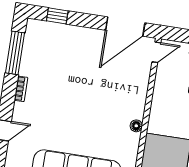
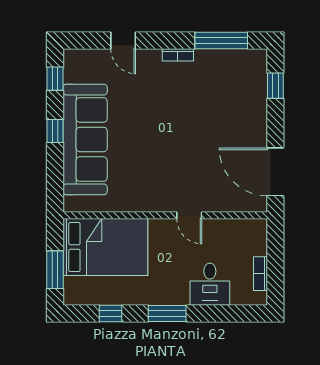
door: (156, 52) -> (189, 215), moved
floor lamp: (136, 126) -> (154, 205), removed

